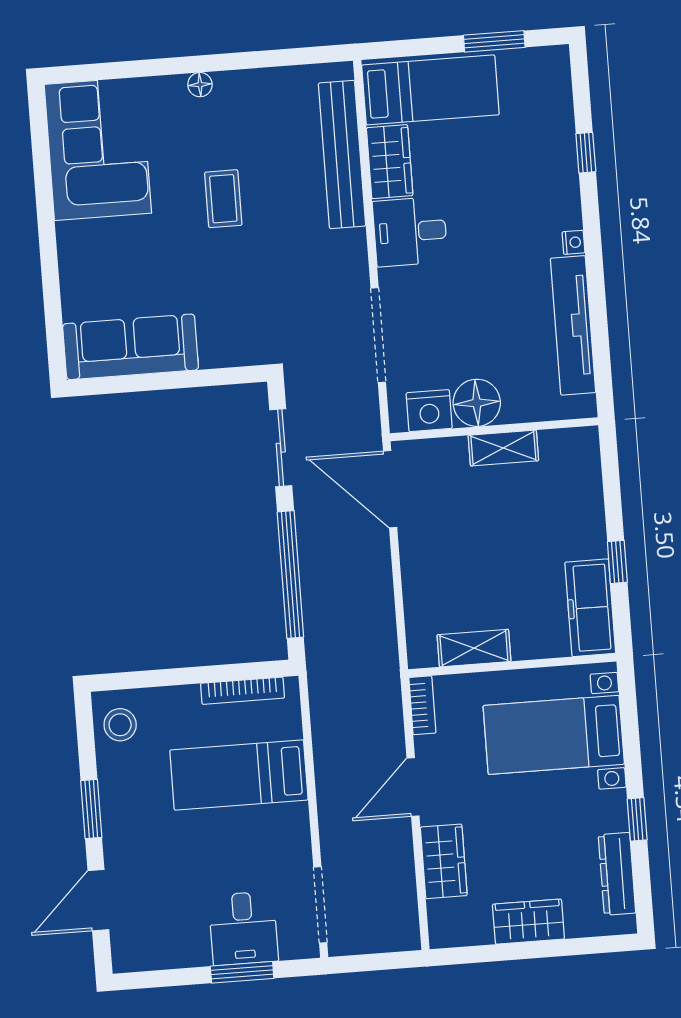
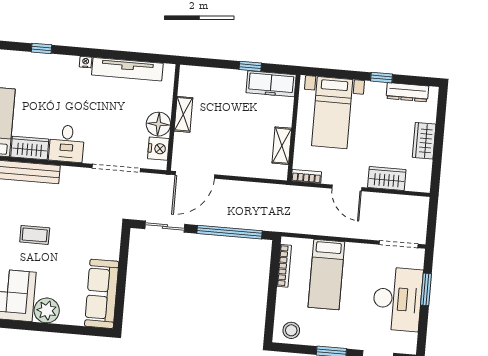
plant: (81, 246) -> (47, 310), added
desk: (243, 928) -> (397, 299), width x1.87, depth x1.30

